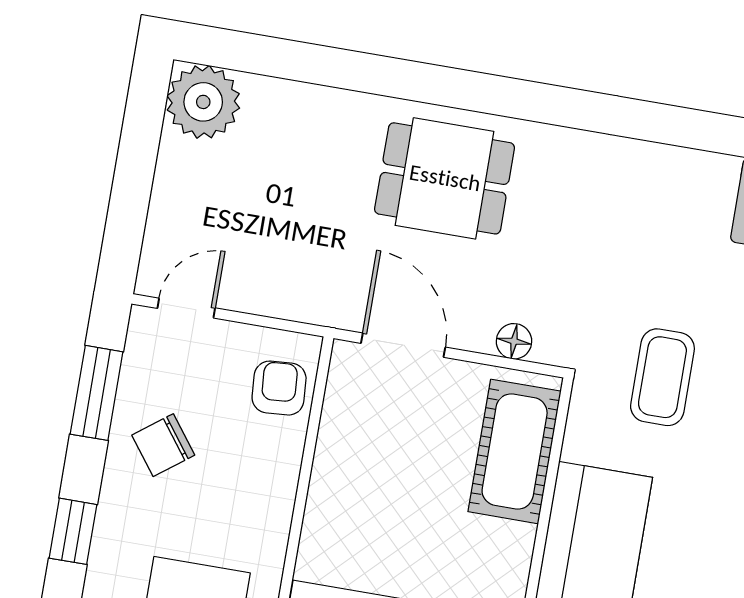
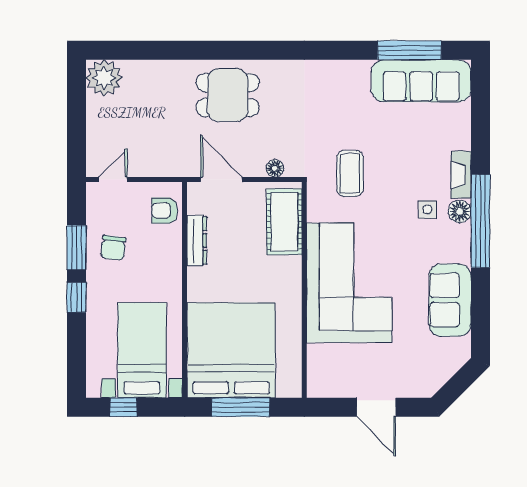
armchair: (279, 388) -> (165, 211), turned -86
window: (97, 393) -> (77, 248), moved
chair: (163, 445) -> (113, 248), turned -46
dresser: (333, 459) -> (197, 240), added

